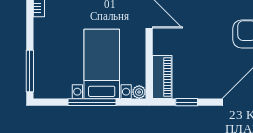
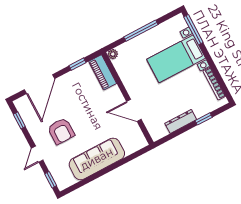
bed with nightstands: (102, 64) -> (176, 59), moved, turned 90

